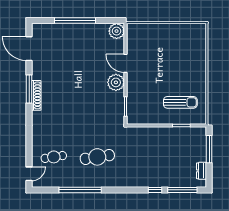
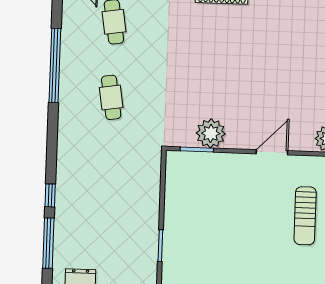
plant: (116, 82) -> (211, 133), moved
sun lounger: (180, 102) -> (305, 216), moved
cafe table: (97, 157) -> (111, 97), width x0.73, depth x0.74

